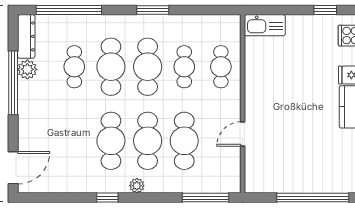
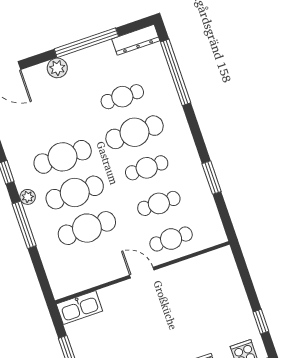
window: (153, 10) -> (212, 178), moved
kitchen sink: (265, 25) -> (79, 308), moved, turned -90
cafe table: (148, 67) -> (147, 168), width x0.73, depth x0.74
plant: (27, 69) -> (57, 68), moved
door: (243, 134) -> (142, 273), moved
window: (206, 198) -> (24, 225), moved

